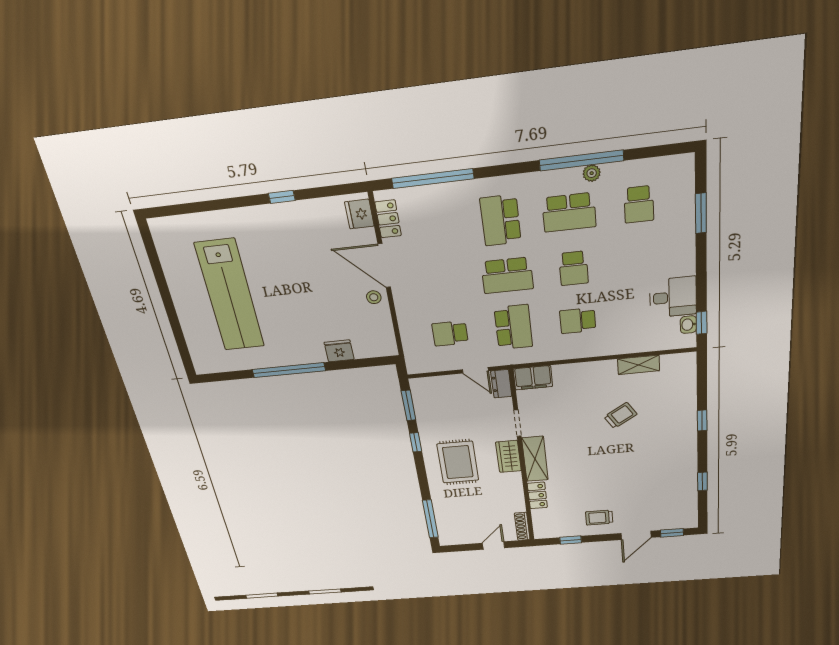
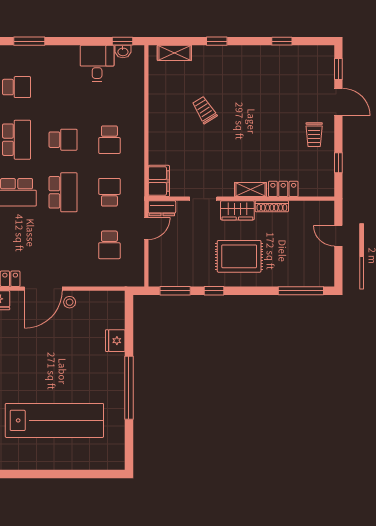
school desk: (513, 327) -> (109, 192), width x0.54
shelving: (639, 365) -> (174, 53), moved, turned 90
shelving: (535, 459) -> (250, 190), width x0.67, depth x0.75
shoe rack: (522, 526) -> (272, 206), moved

